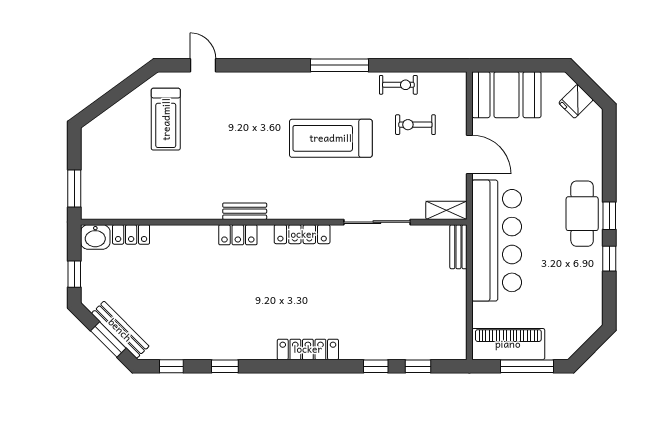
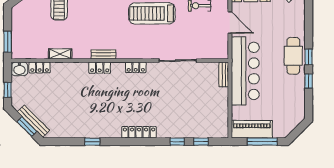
shelving: (446, 210) -> (60, 54), moved
locker: (302, 234) -> (136, 67), width x0.66
window: (171, 366) -> (62, 142), removed

